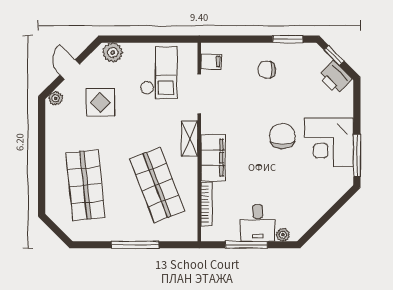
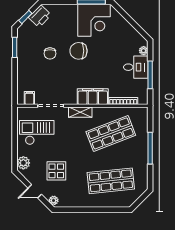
chair: (267, 70) -> (50, 53), moved
corner desk: (329, 142) -> (94, 20), moved

